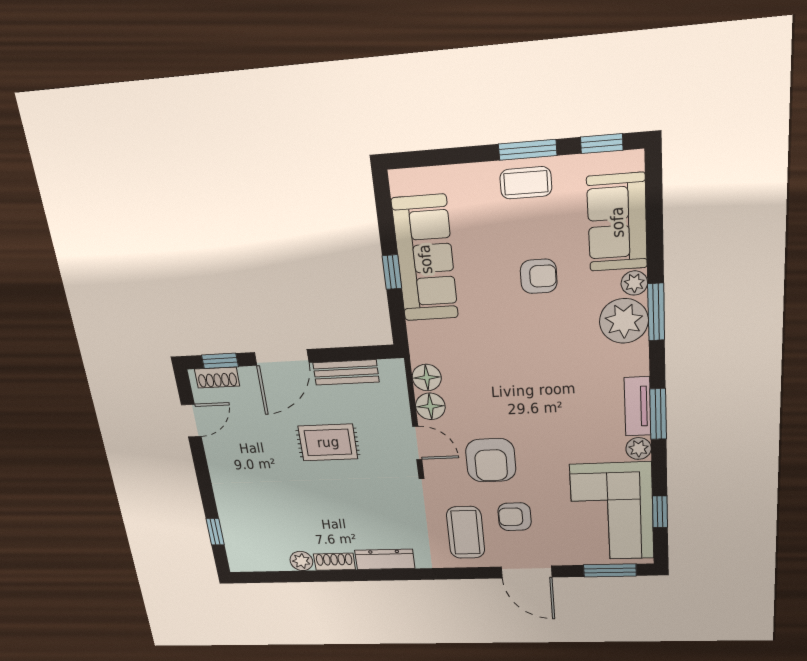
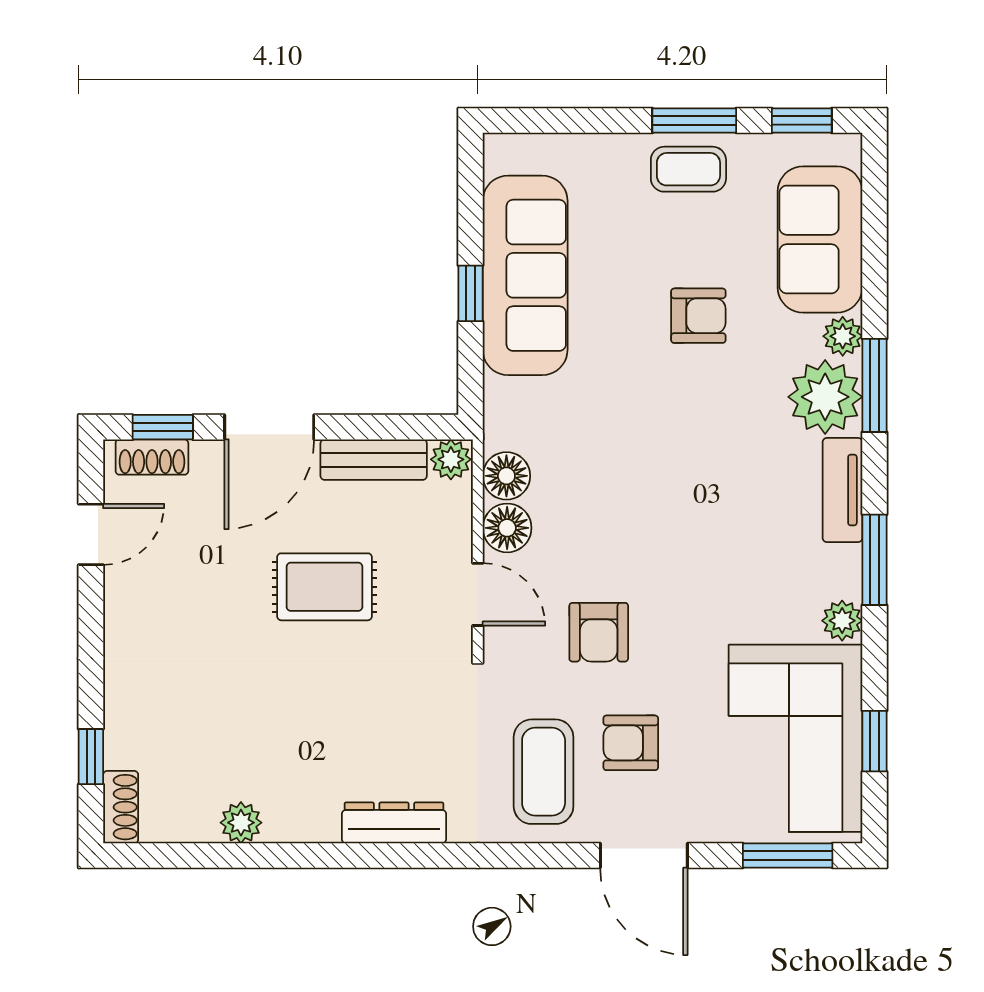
plant: (392, 370) -> (451, 459), added
tv unit: (638, 406) -> (842, 490), moved
armchair: (491, 460) -> (599, 632), width x0.72, depth x0.72
shoe rack: (334, 562) -> (121, 807), moved, turned 90

